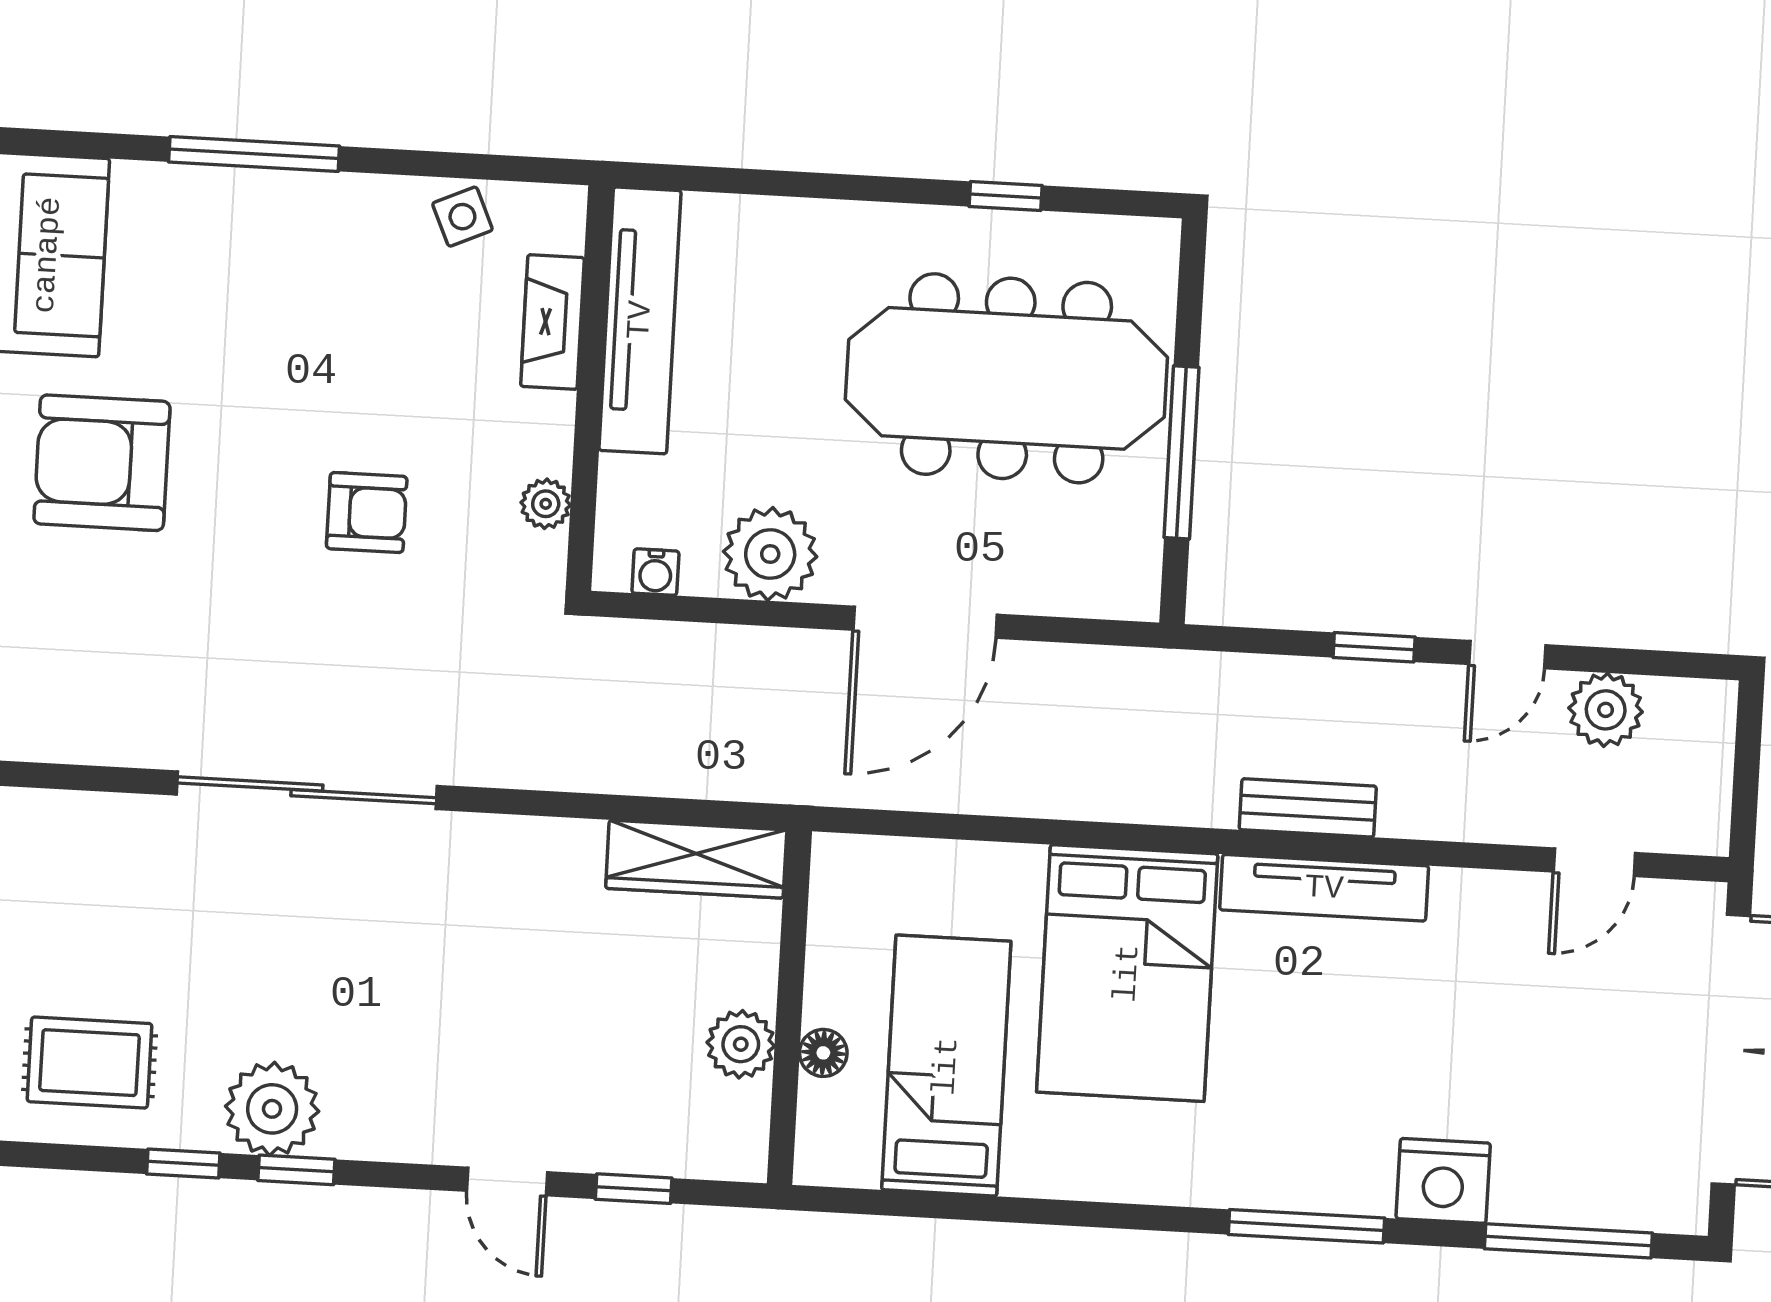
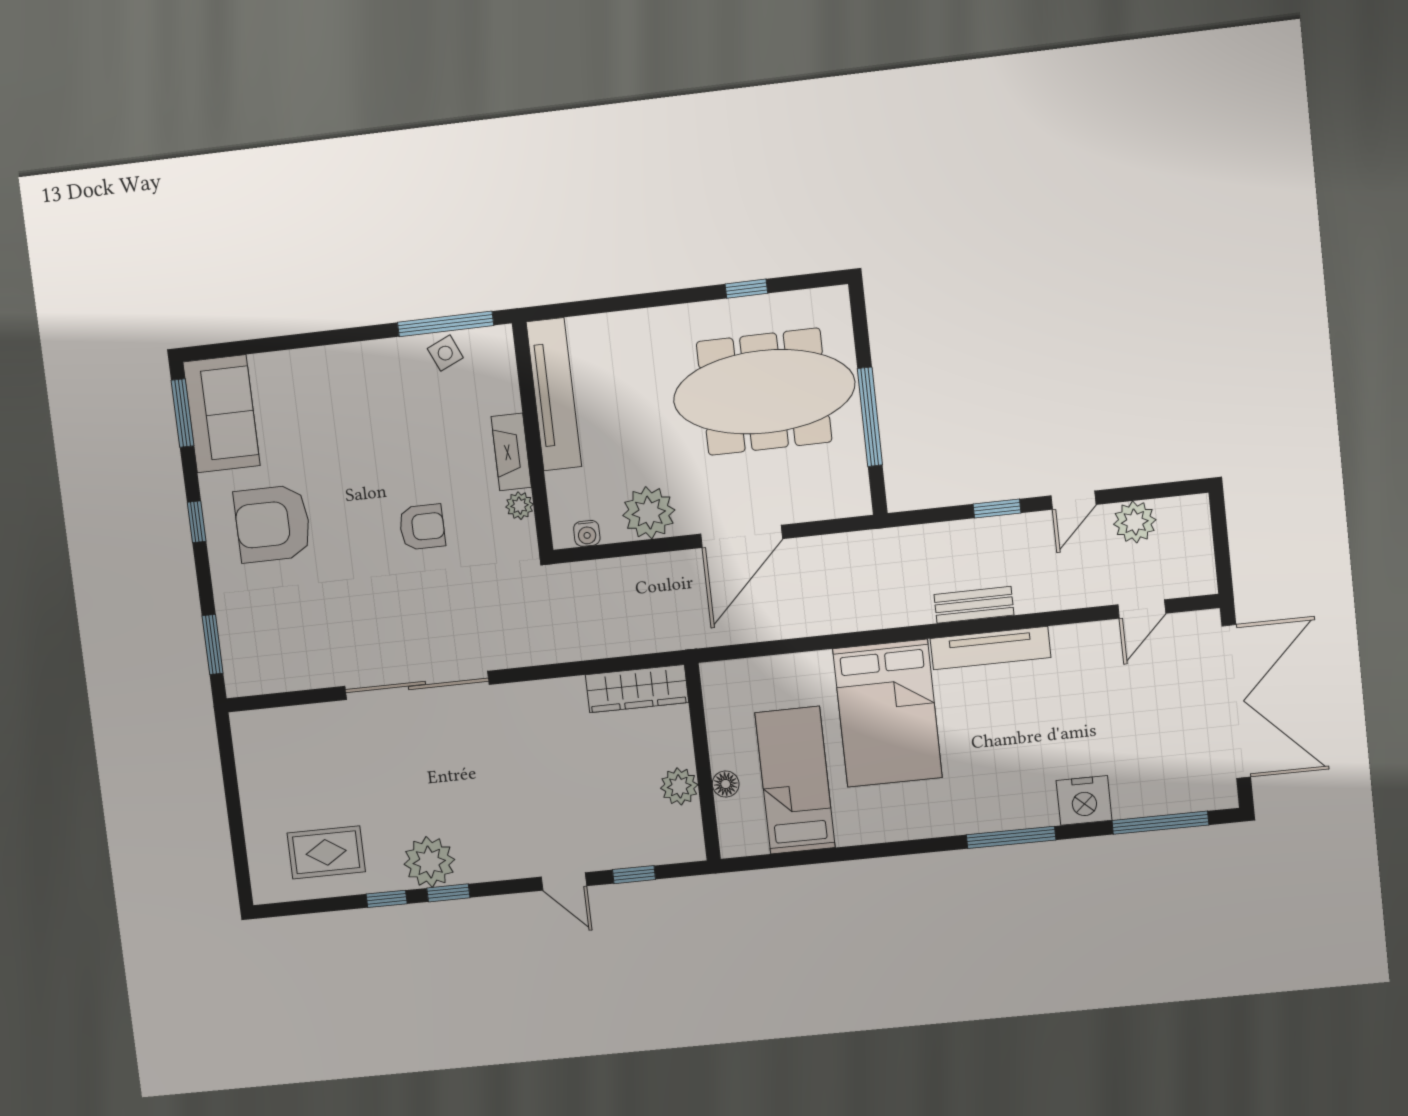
window: (254, 154) -> (446, 324), moved
fireplace: (552, 322) -> (511, 452), moved

